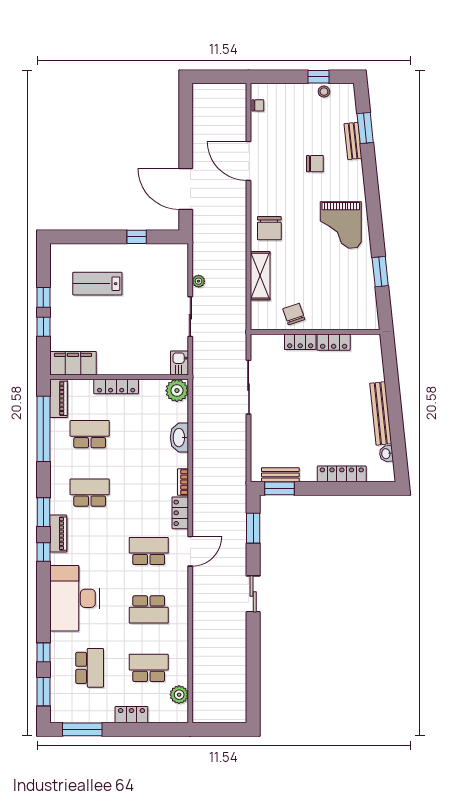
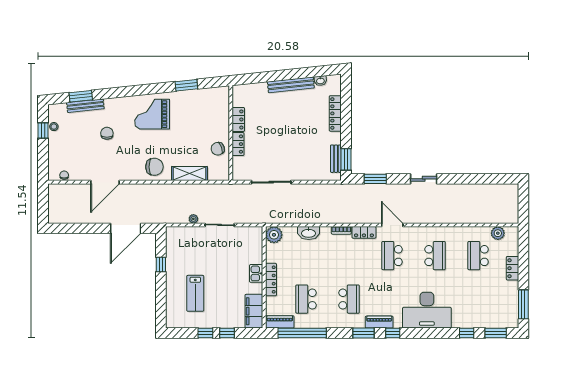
bench: (353, 141) -> (85, 106), width x1.36
grand piano: (341, 225) -> (152, 114), turned 180
kitchen sink: (180, 363) -> (256, 273), moved, turned 90
school desk: (90, 493) -> (349, 299), turned 180
school desk: (90, 668) -> (478, 299), removed

